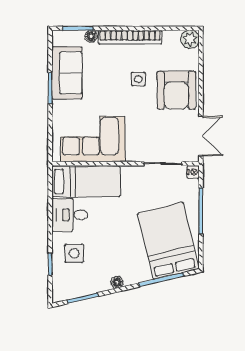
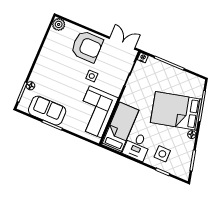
bookcase: (130, 37) -> (41, 61), removed
side table: (138, 79) -> (92, 76), moved
bed: (168, 241) -> (176, 111), moved

